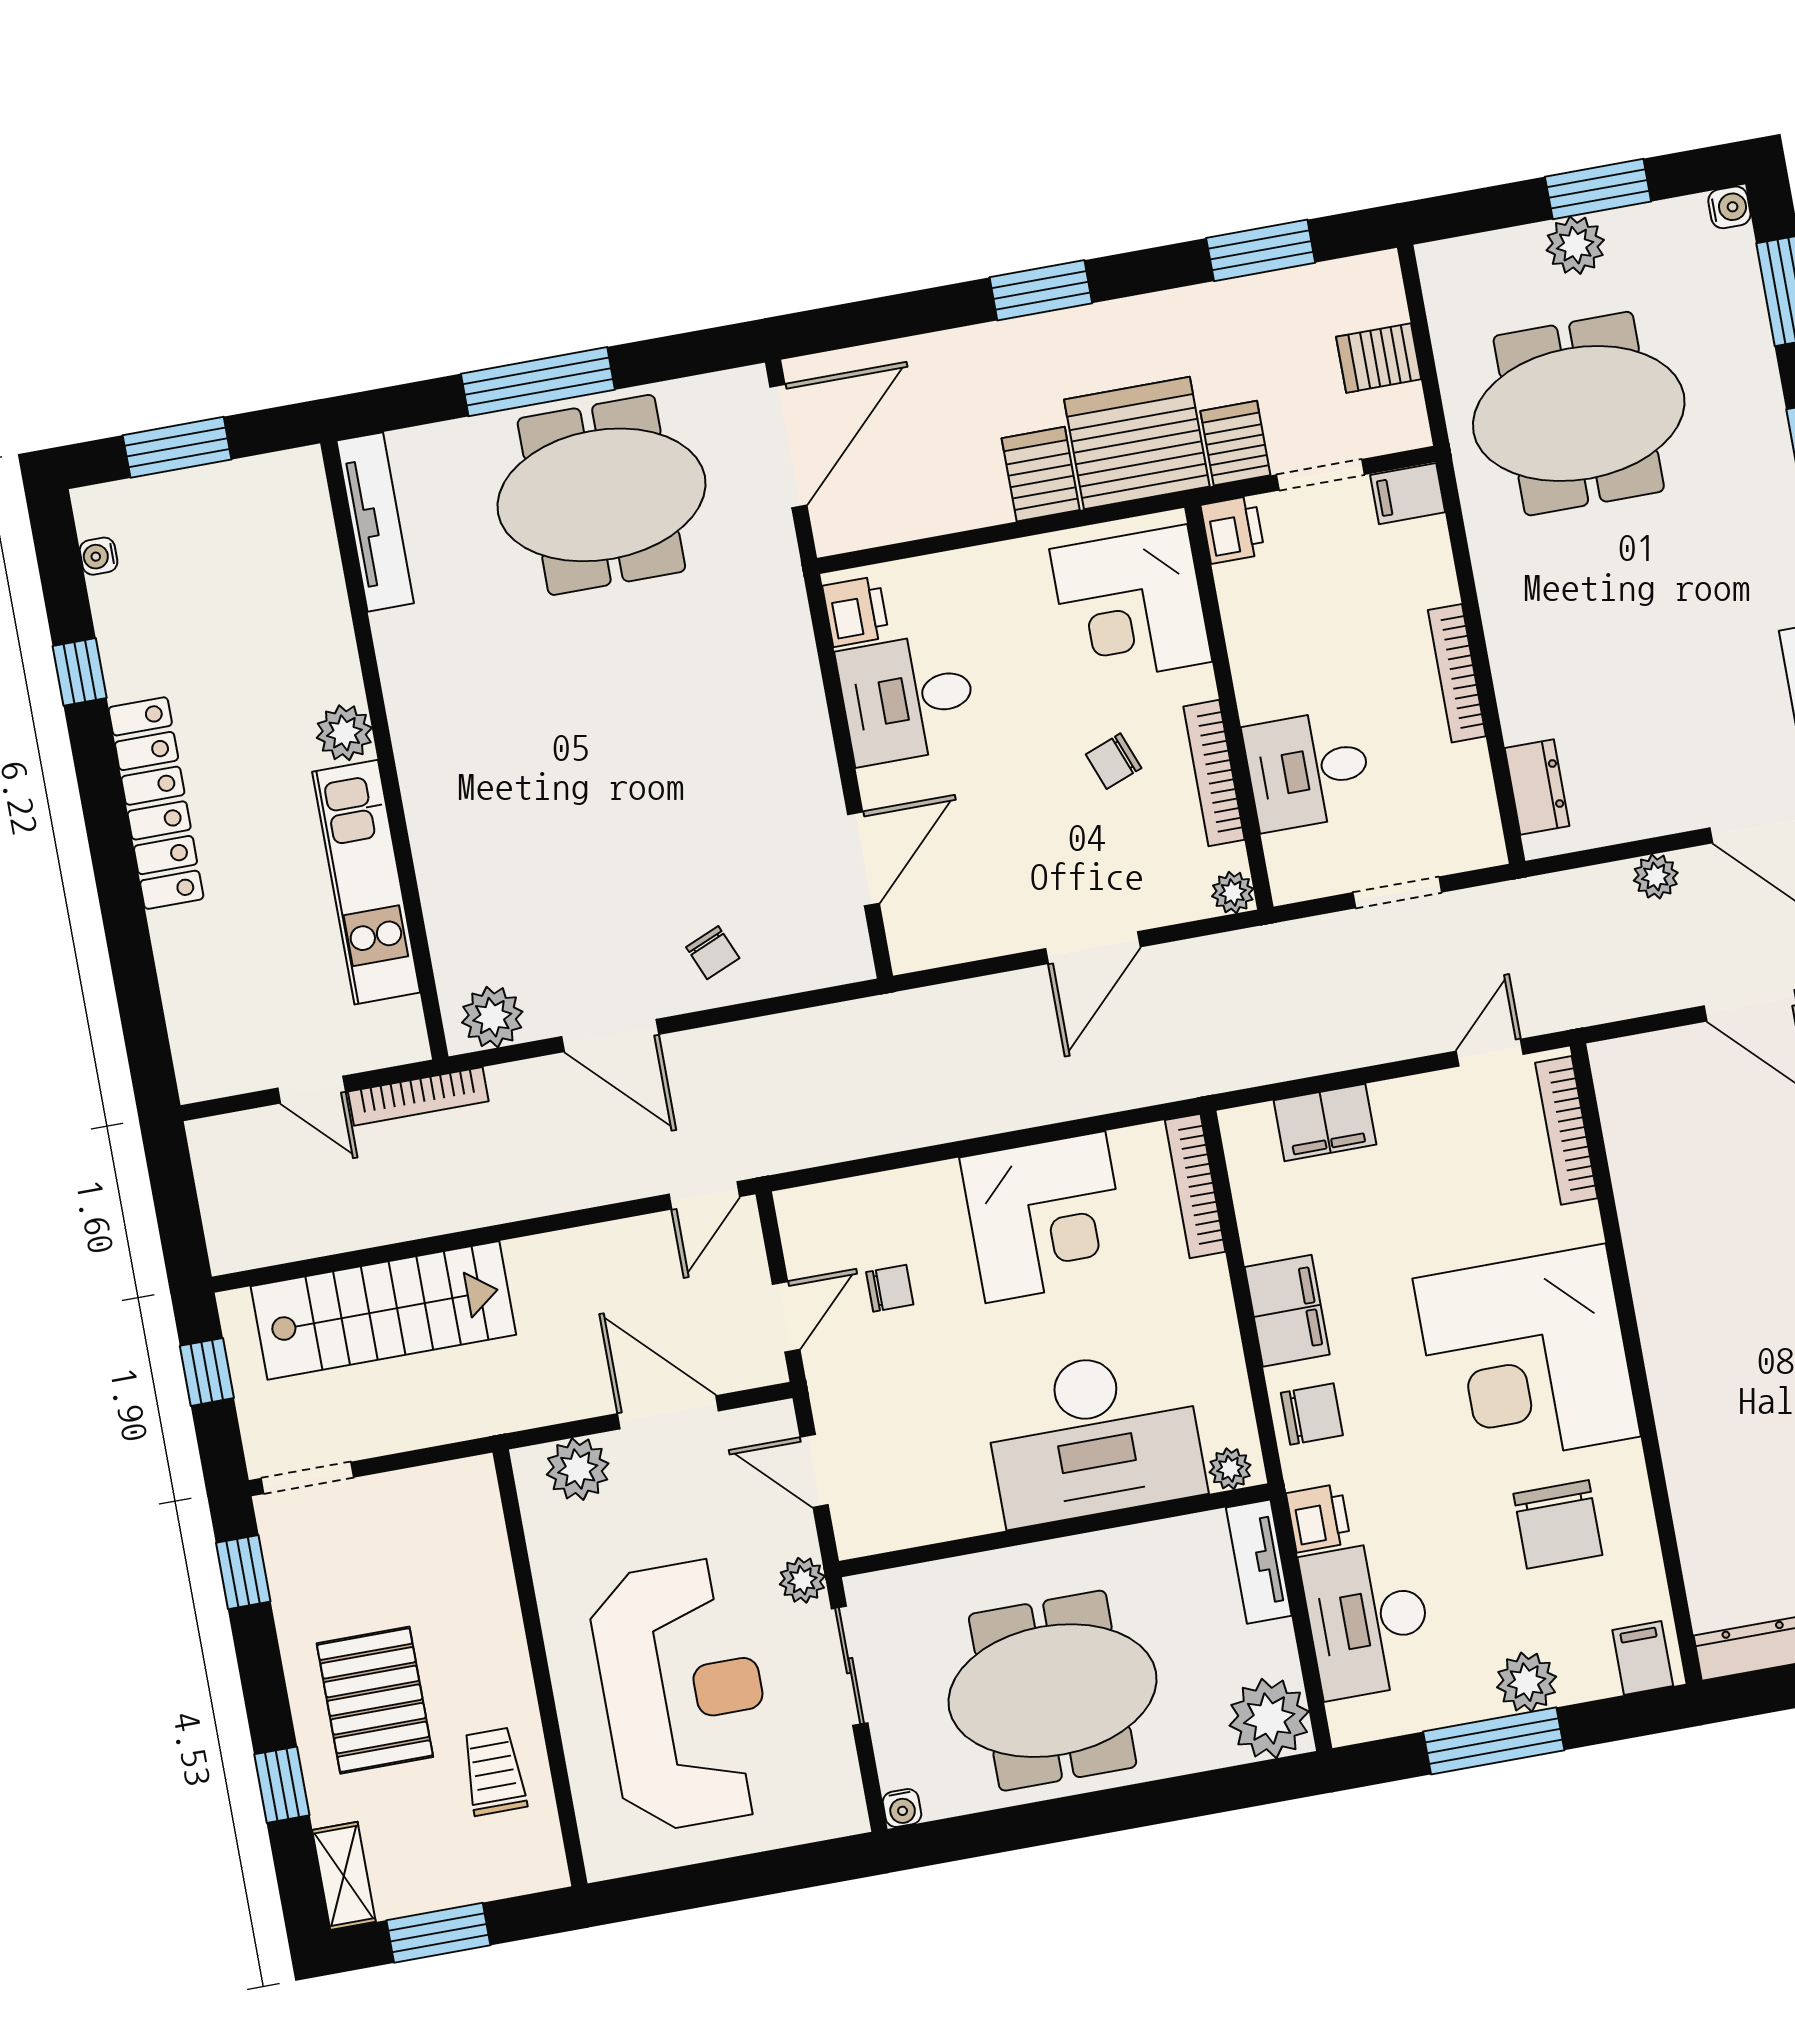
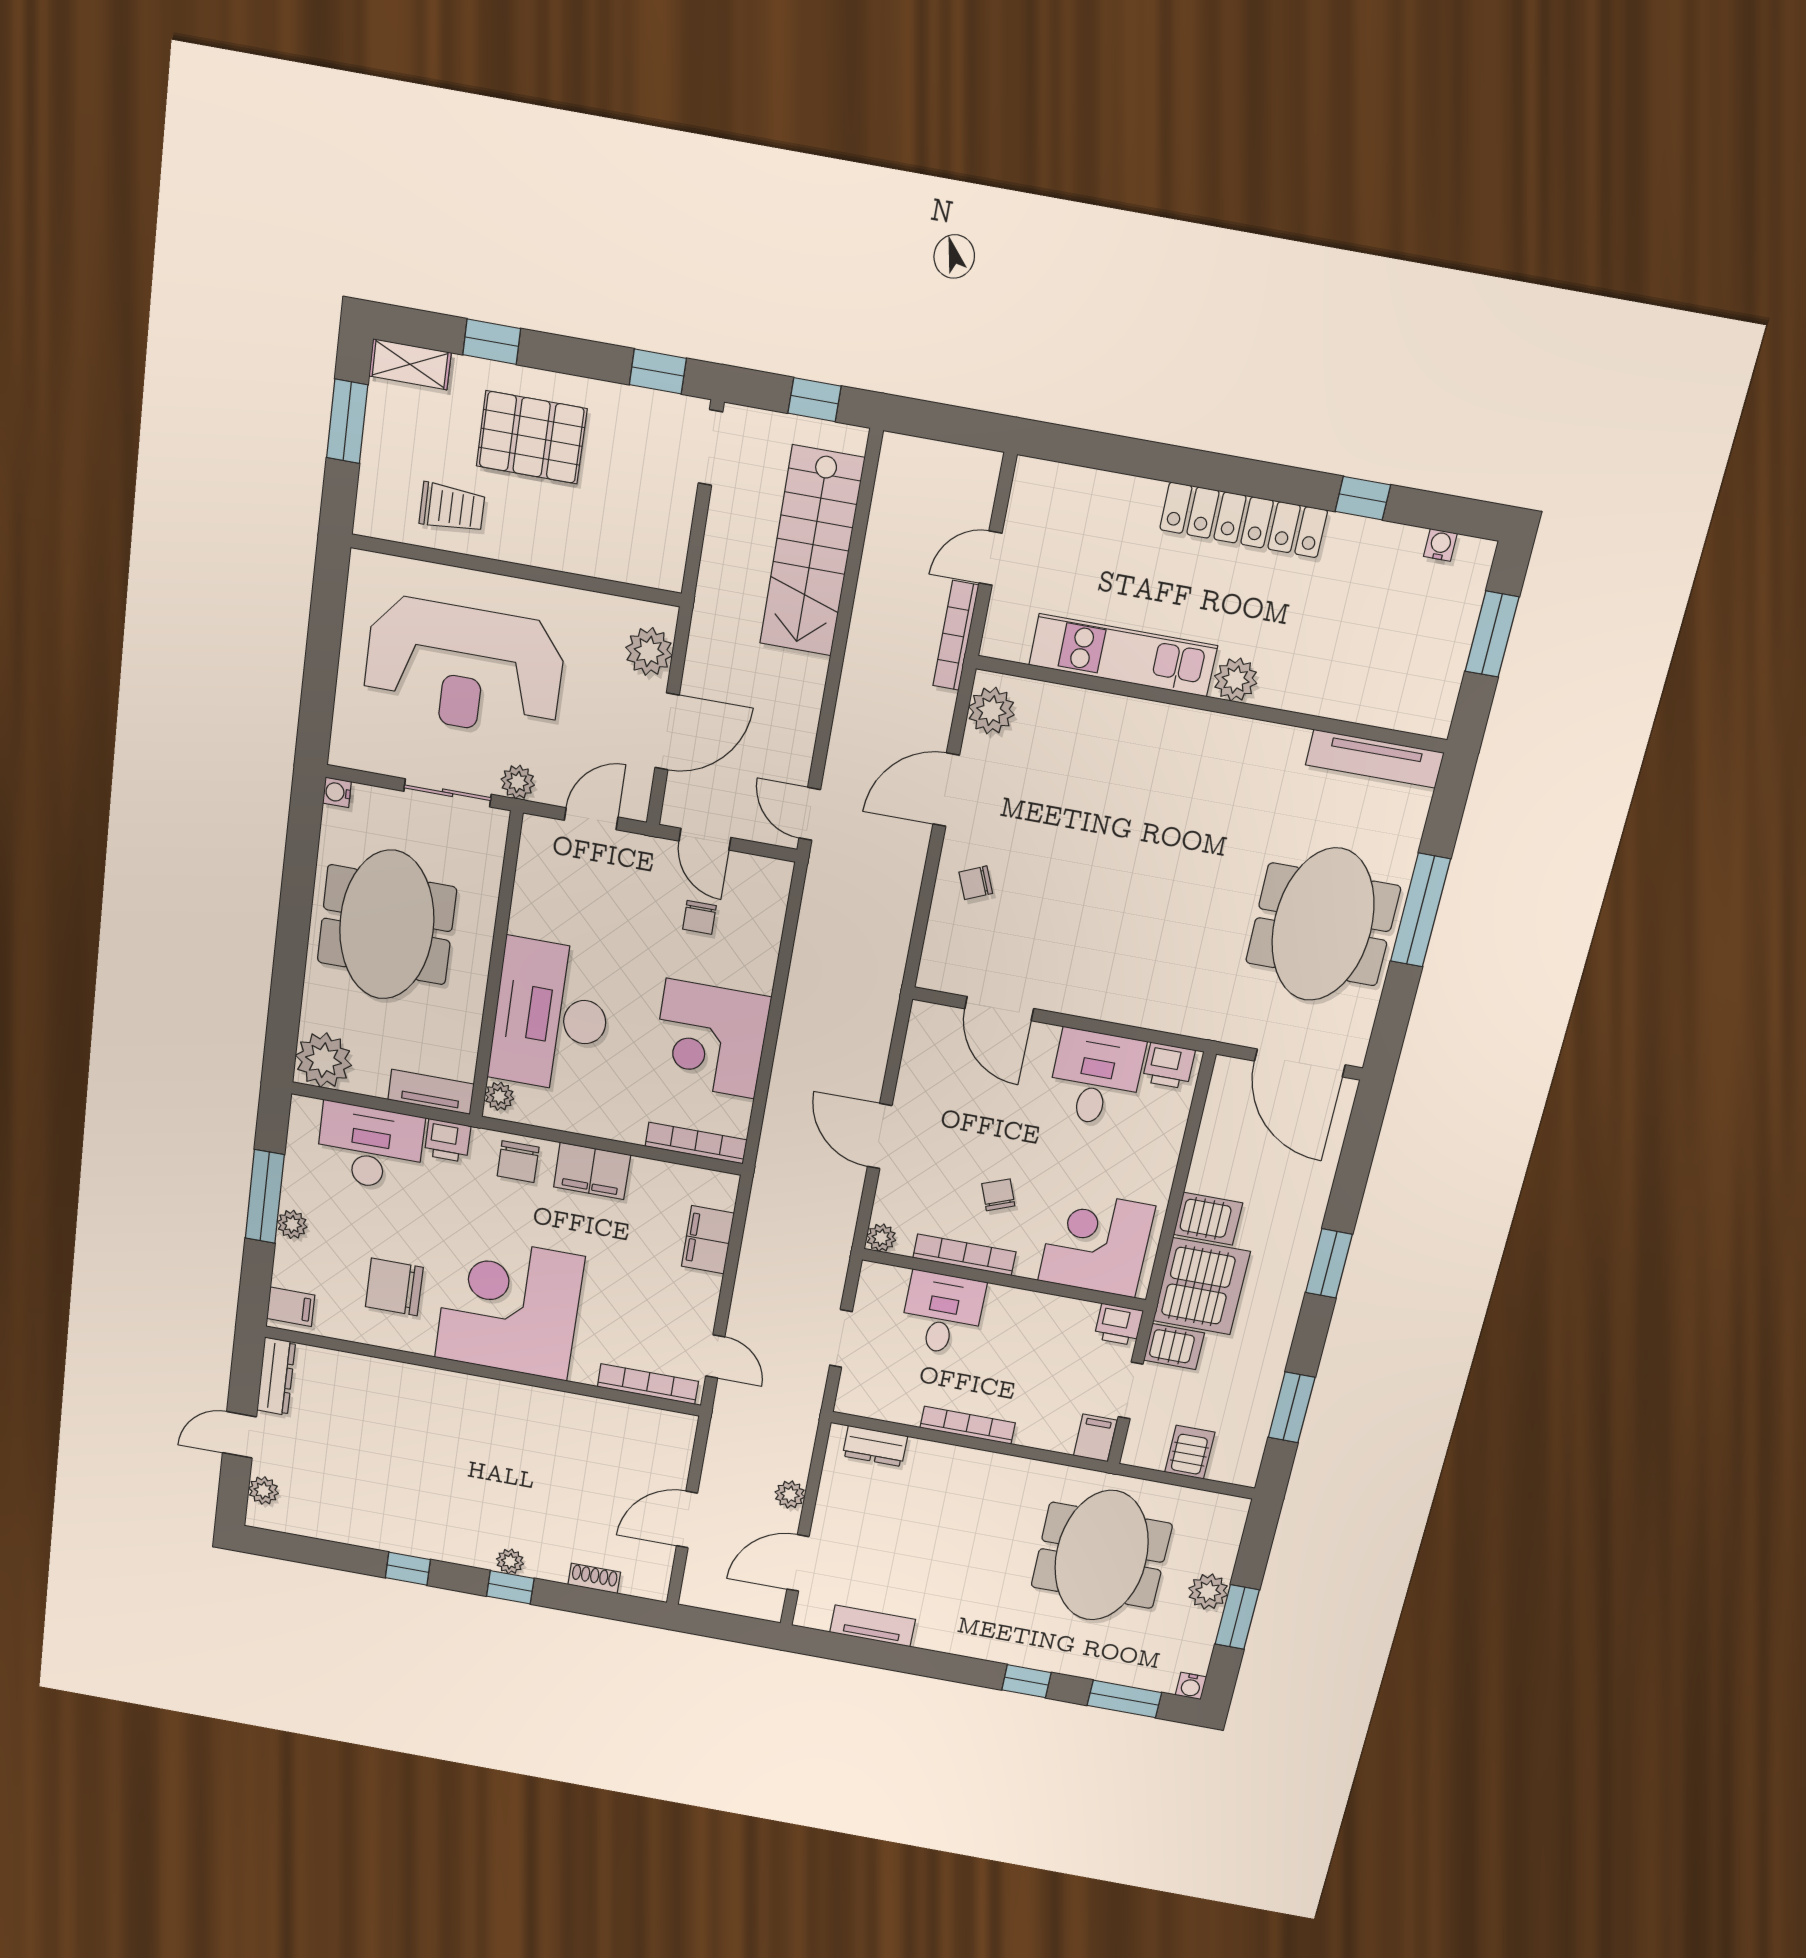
plant: (1527, 1682) -> (292, 1224), width x0.73, depth x0.73

